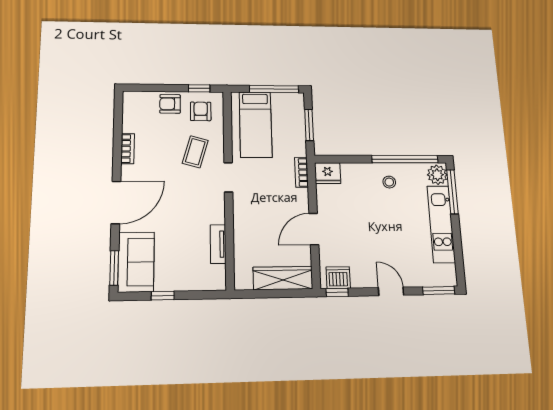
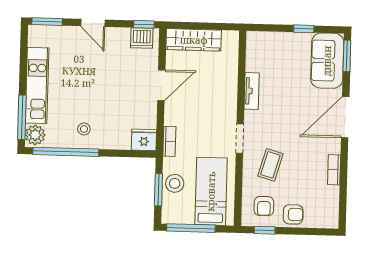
stool: (293, 131) -> (175, 183), added
tv unit: (218, 244) -> (252, 91), moved

